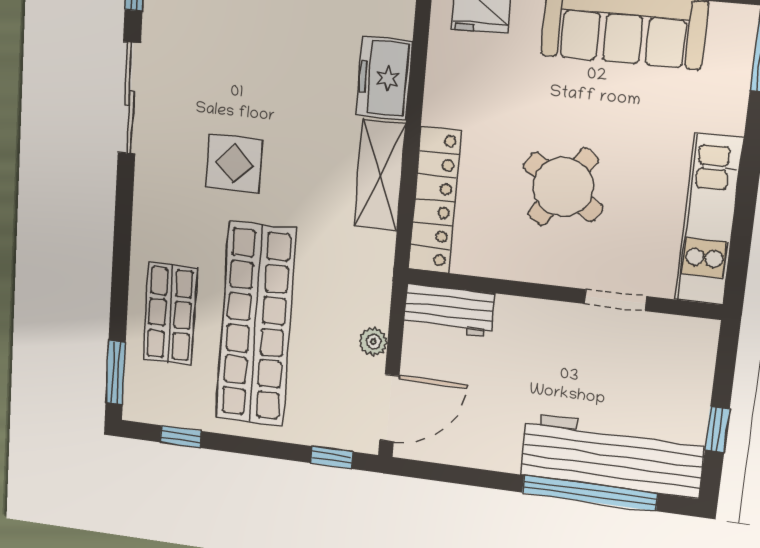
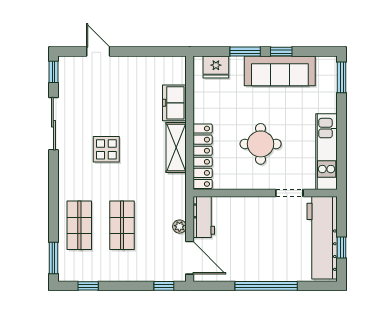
round table: (563, 187) -> (261, 144), turned -34
workbench: (449, 310) -> (204, 217), moved, turned -90
shop shelf: (256, 324) -> (122, 225), width x0.50, depth x0.74
door: (389, 408) -> (190, 258), hinge flipped
workbench: (612, 456) -> (322, 238), moved, turned -90
window: (590, 493) -> (266, 286), moved

